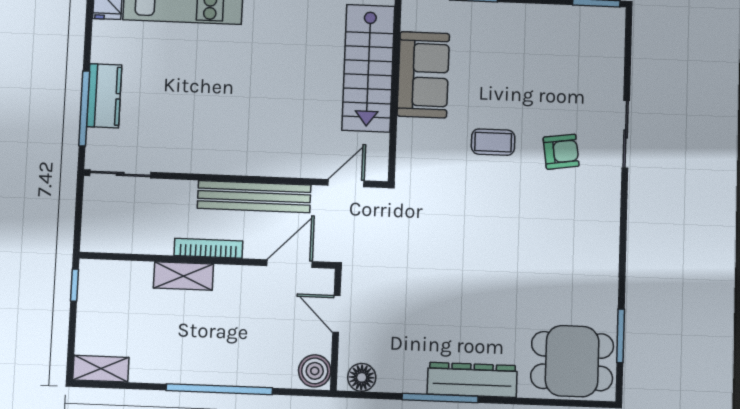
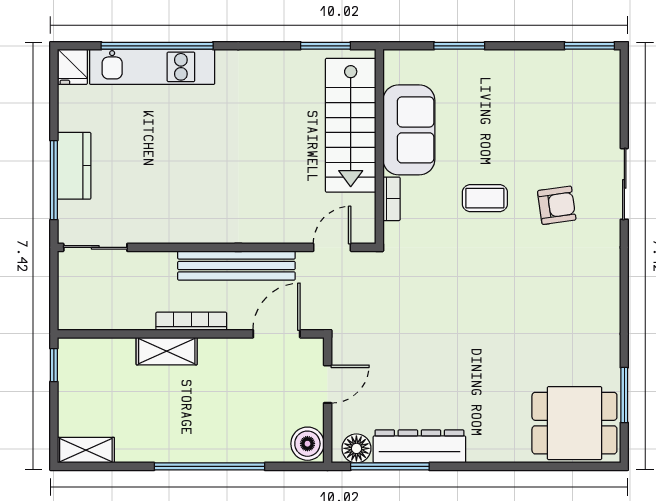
bookcase: (404, 139) -> (392, 199), added
door: (336, 314) -> (328, 384), swing flipped
dresser: (472, 380) -> (419, 446), moved
window: (440, 398) -> (390, 466), moved

